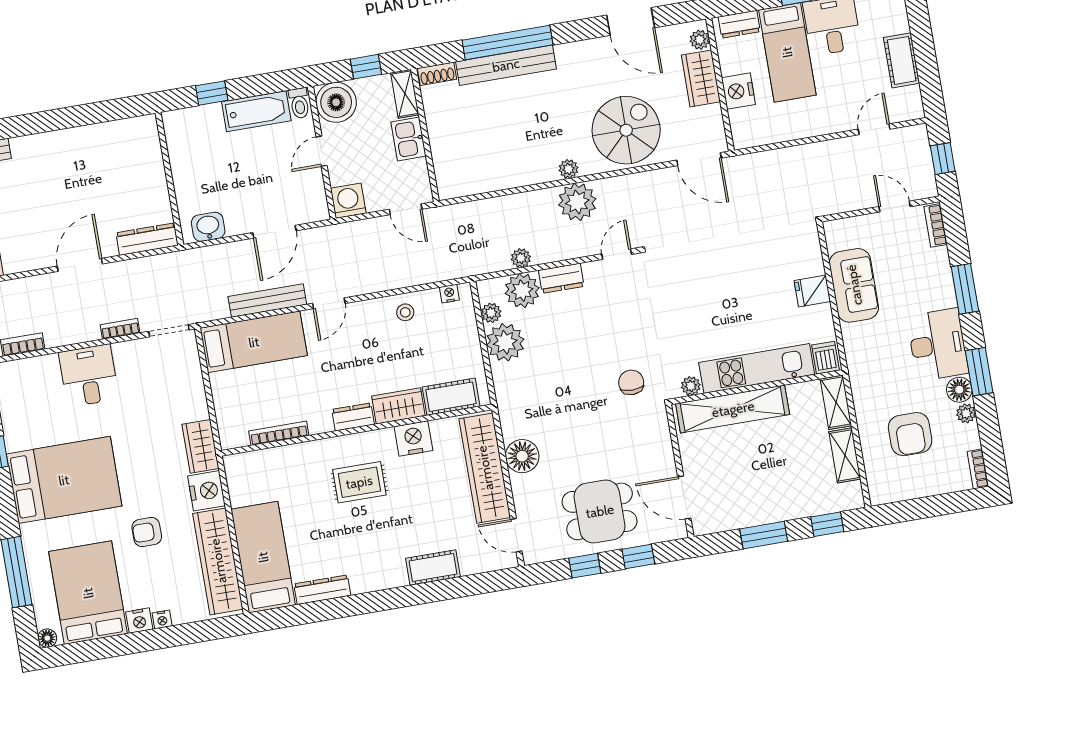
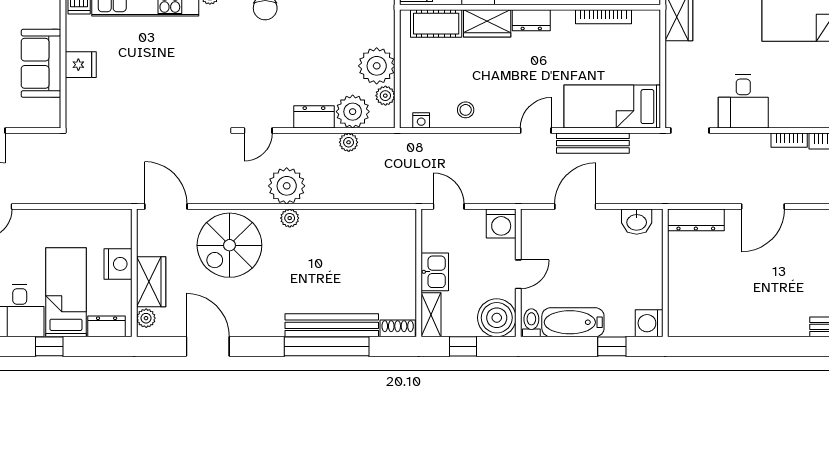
washing machine: (177, 124) -> (649, 323), added
bookcase: (120, 329) -> (789, 140), moved
desk: (89, 376) -> (743, 101), moved

